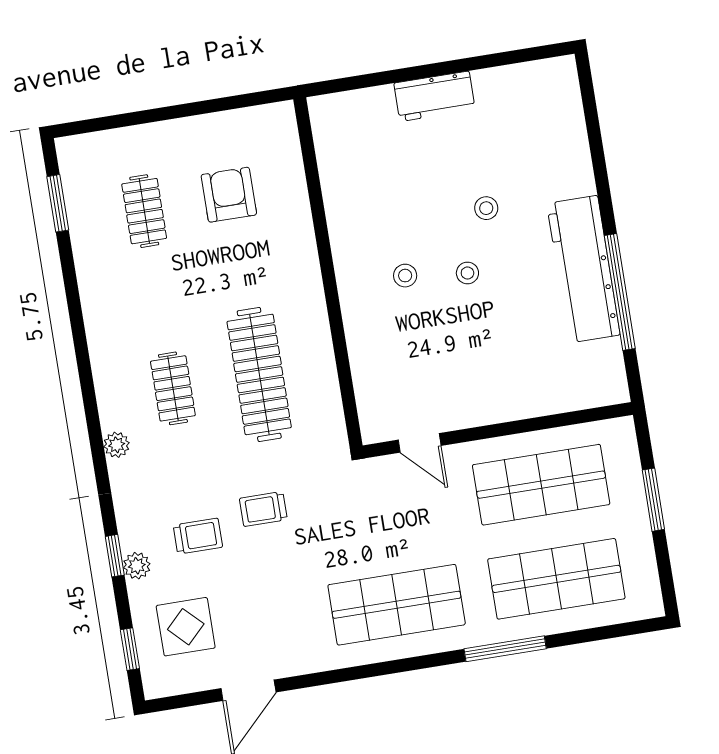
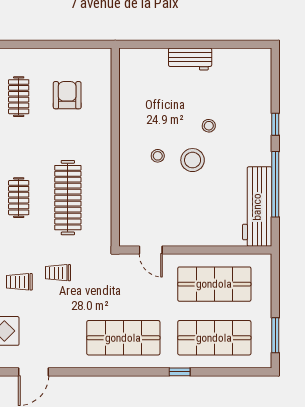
window: (603, 187) -> (275, 124), added
workbench: (583, 269) -> (257, 207), moved
stool: (467, 273) -> (193, 160), width x1.89, depth x1.89
window: (653, 500) -> (275, 335), moved
trolley: (198, 536) -> (19, 282), turned 180
window: (505, 649) -> (180, 372), width x0.46

